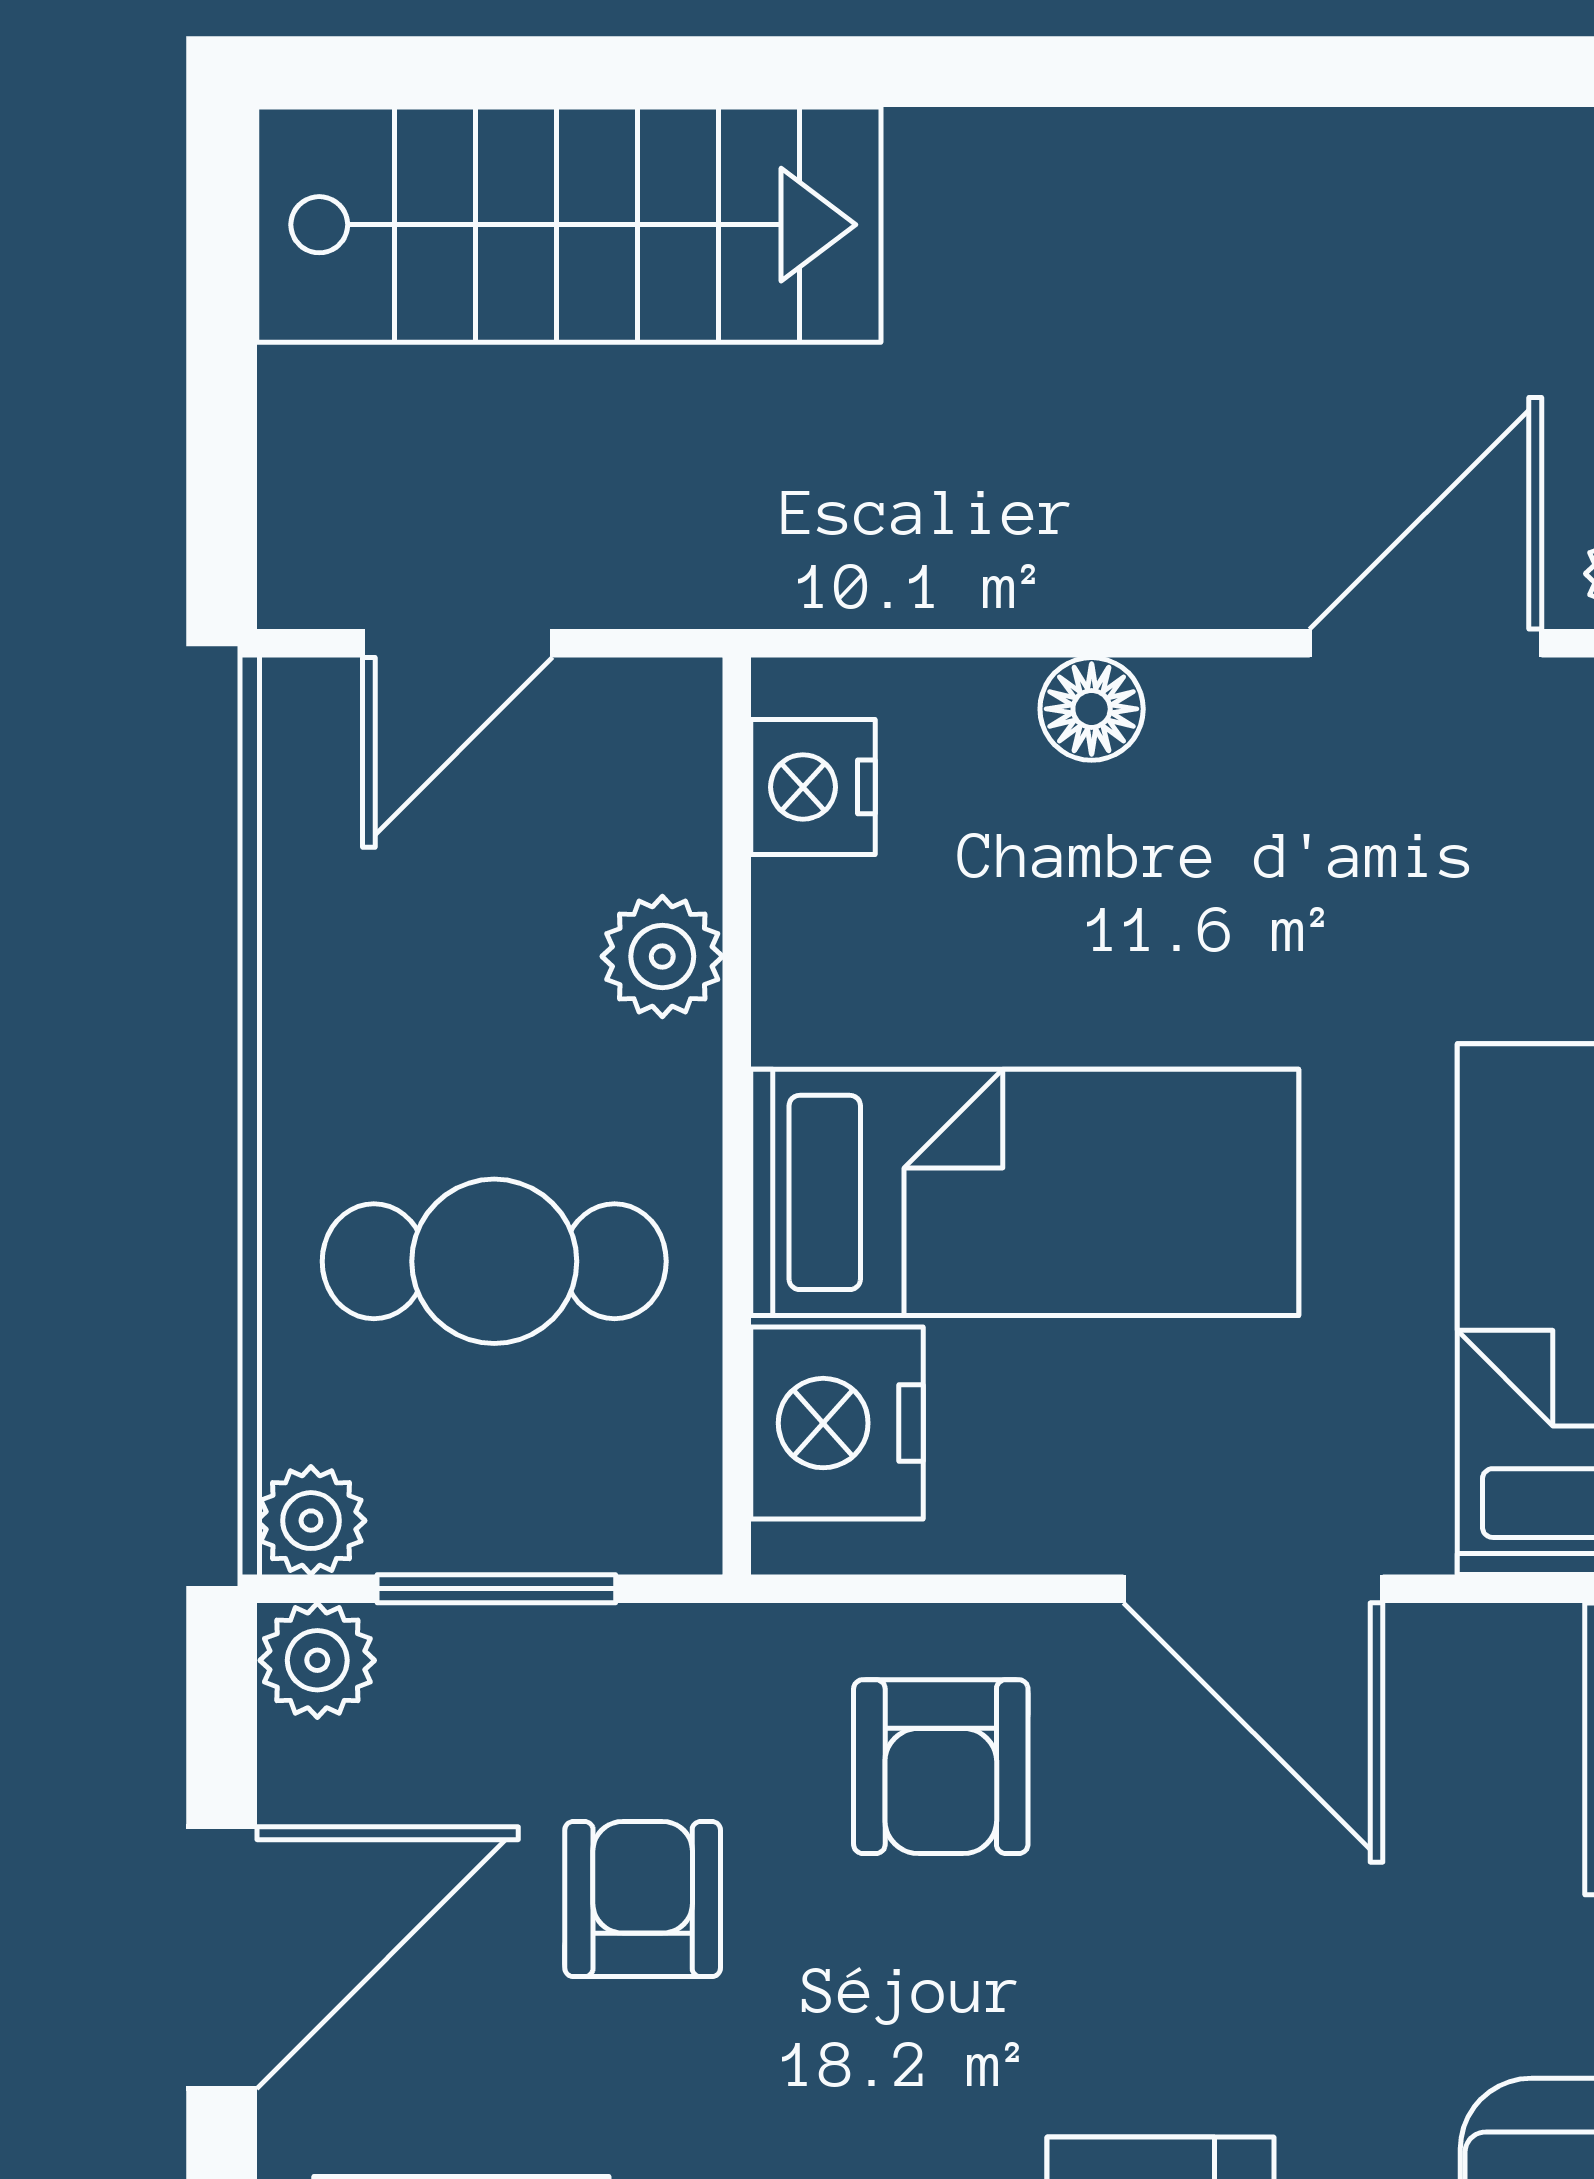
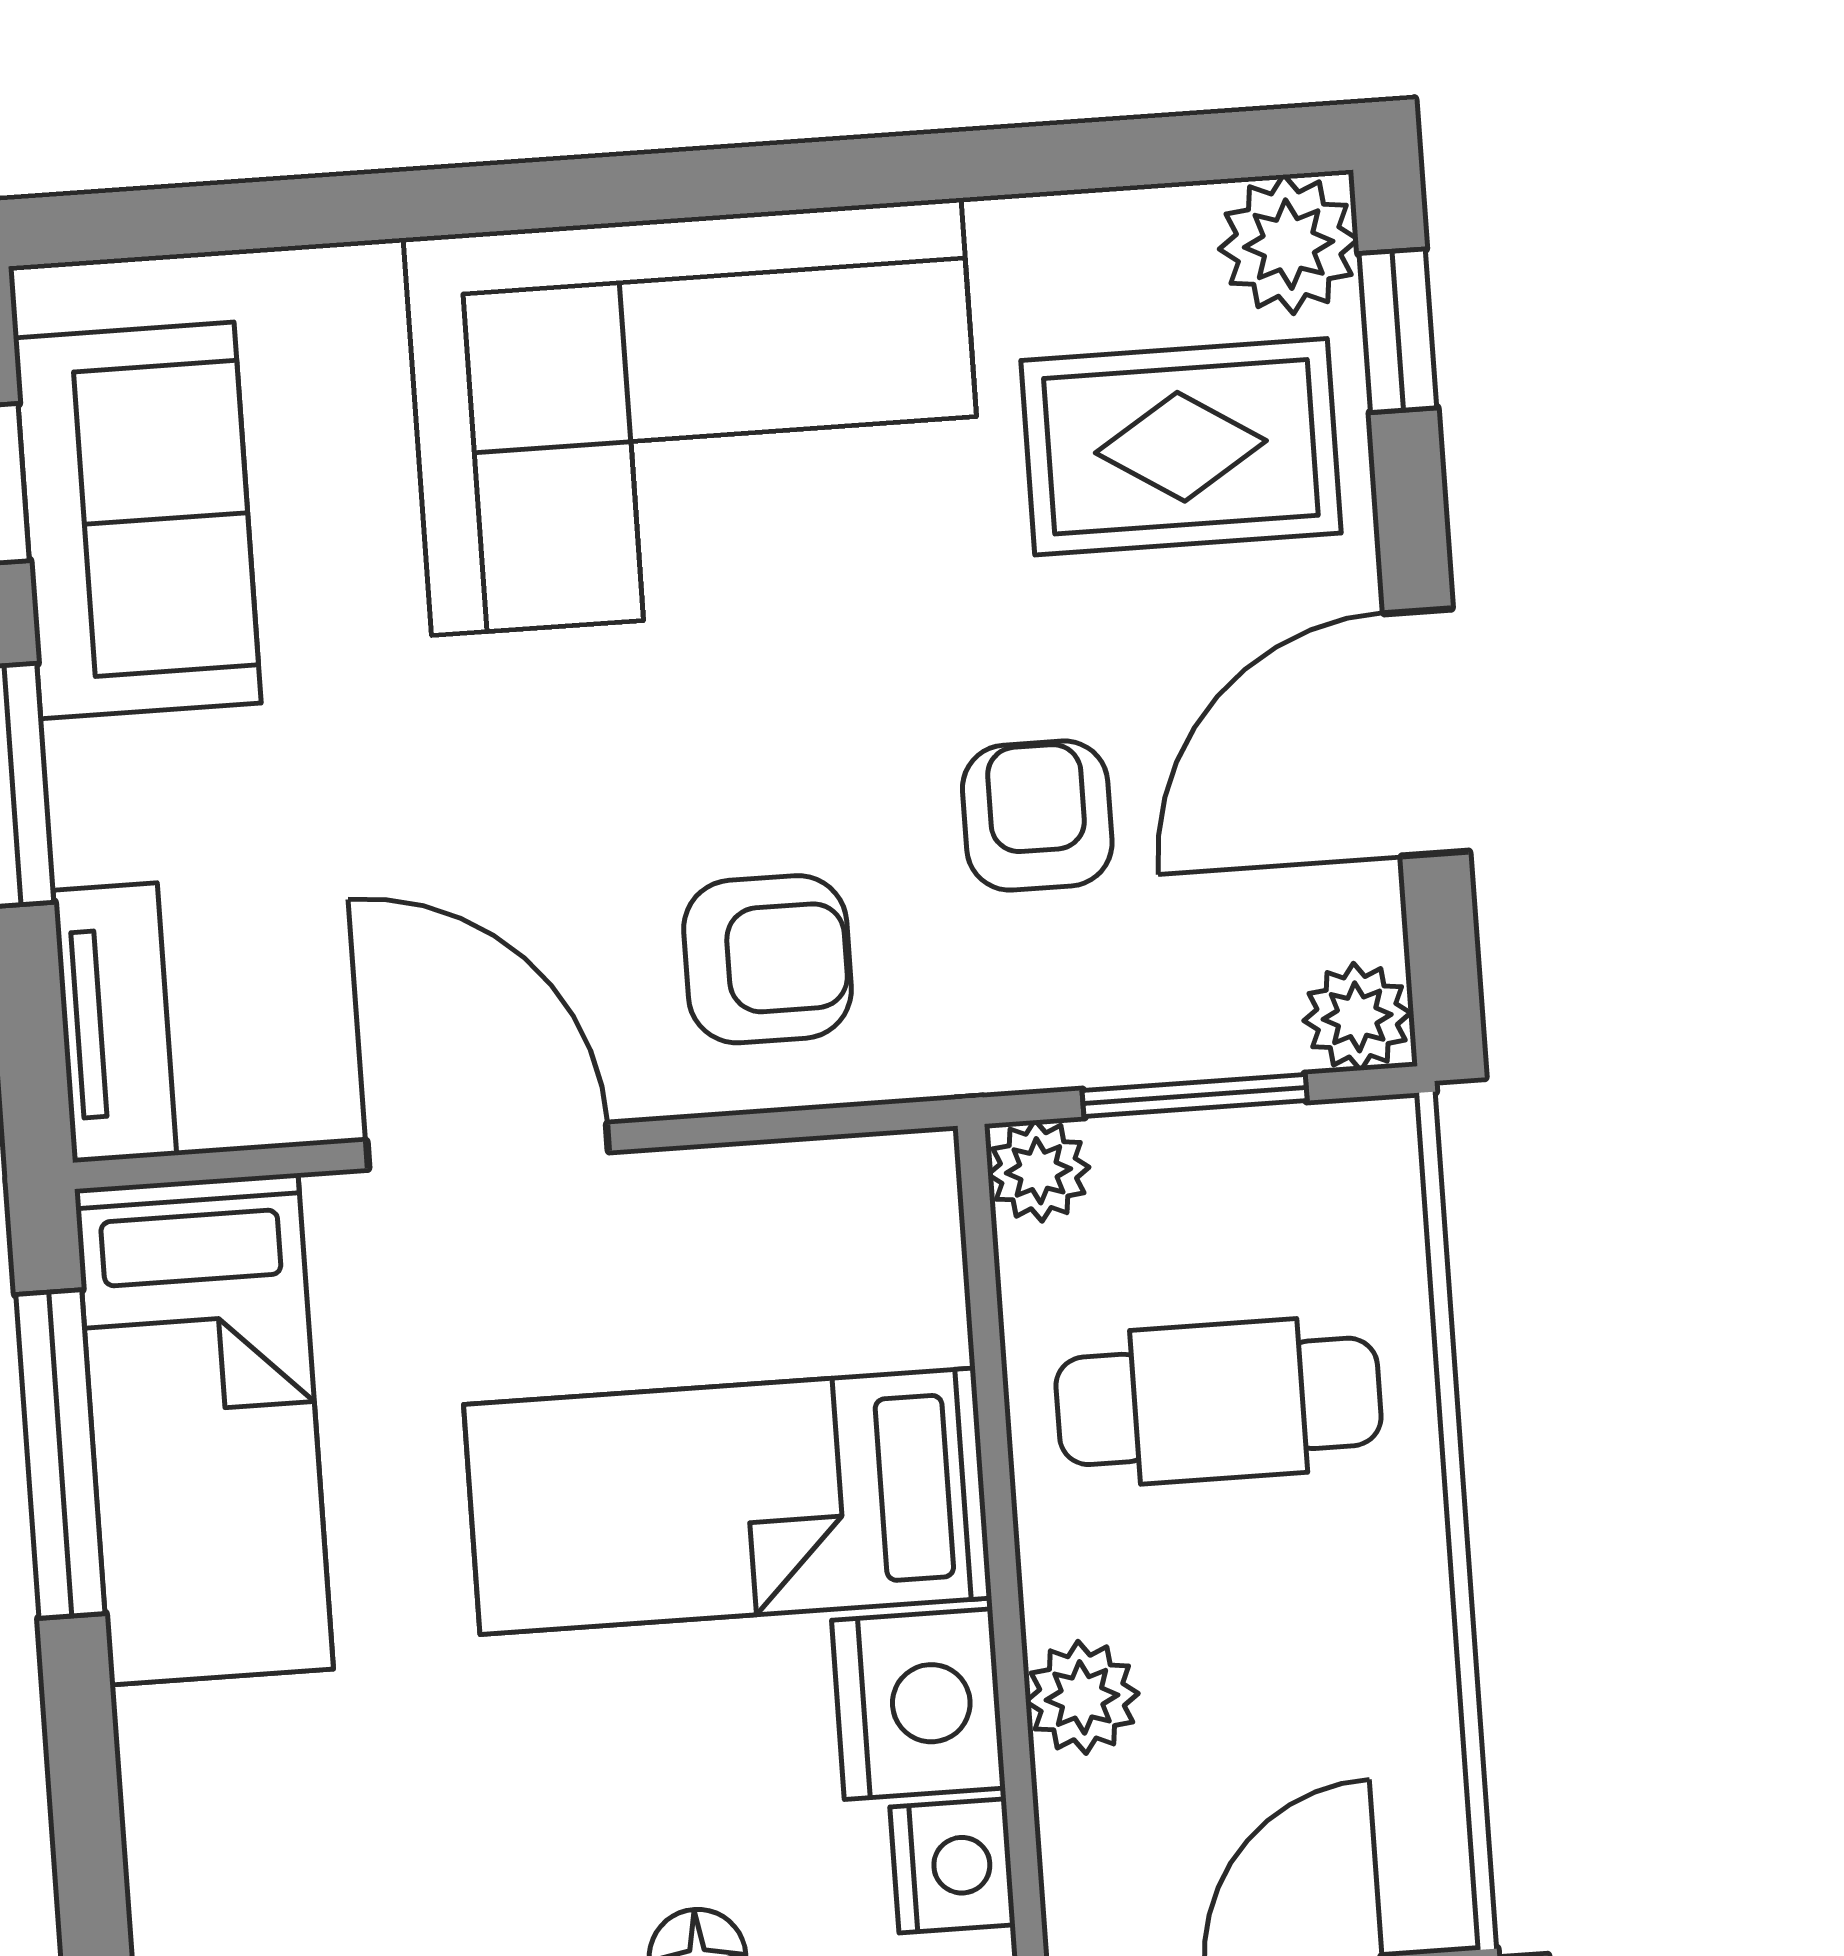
nightstand: (837, 1423) -> (918, 1704), moved
plant: (311, 1521) -> (1038, 1171), moved
armchair: (941, 1767) -> (768, 959), turned 90
armchair: (643, 1899) -> (1037, 816), turned 180

